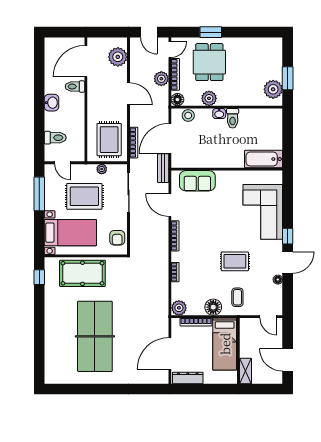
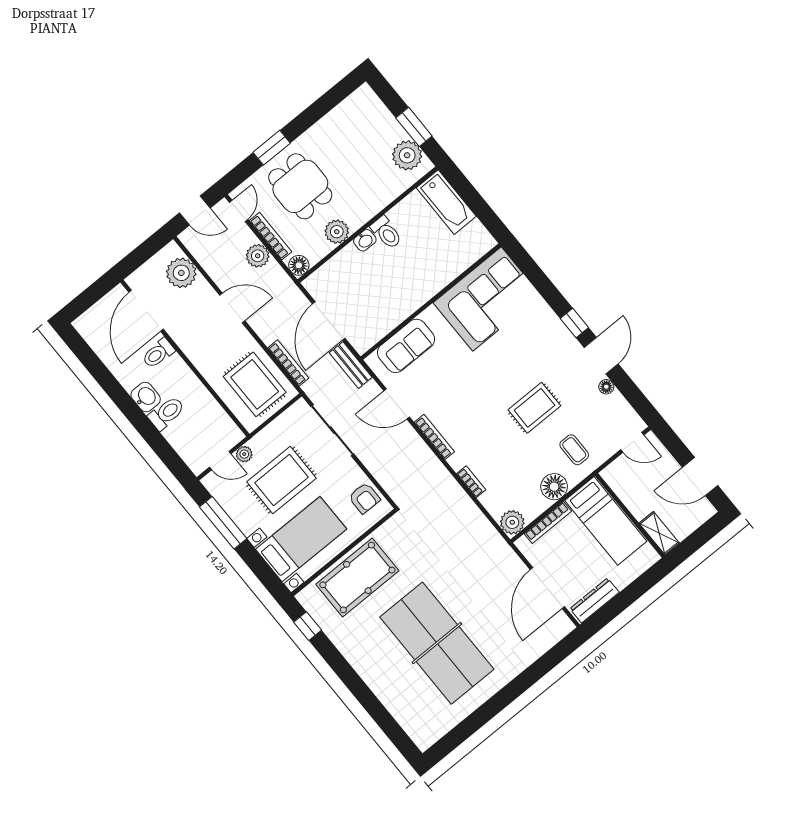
stool: (188, 115) -> (328, 274), removed
toilet: (55, 138) -> (166, 413), moved
bathtub: (264, 159) -> (446, 202), moved, turned -90
plant: (102, 169) -> (244, 454), moved
corner sofa: (263, 212) -> (487, 299), moved, turned -90

